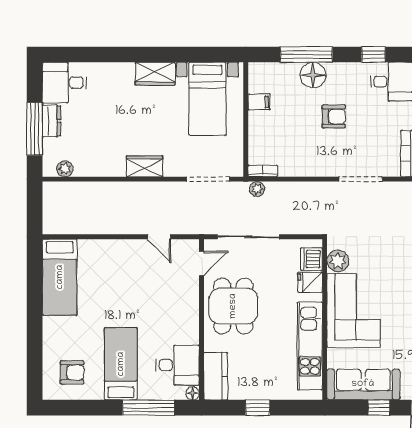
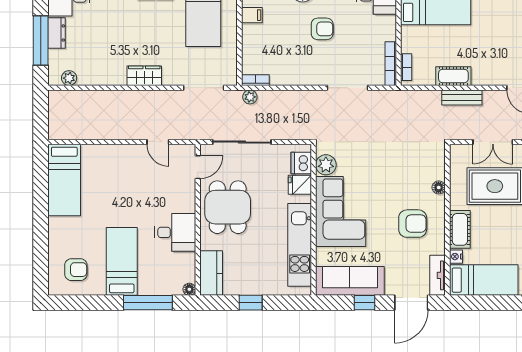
desk: (177, 365) -> (175, 232), moved

